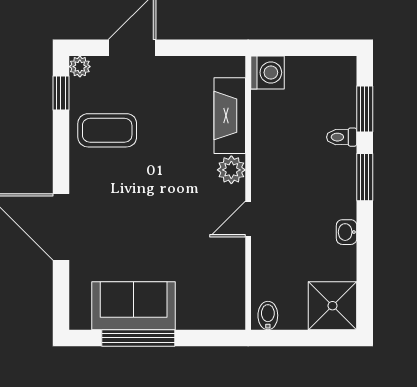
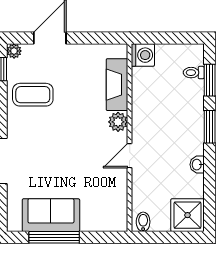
toilet: (342, 137) -> (194, 73), moved

